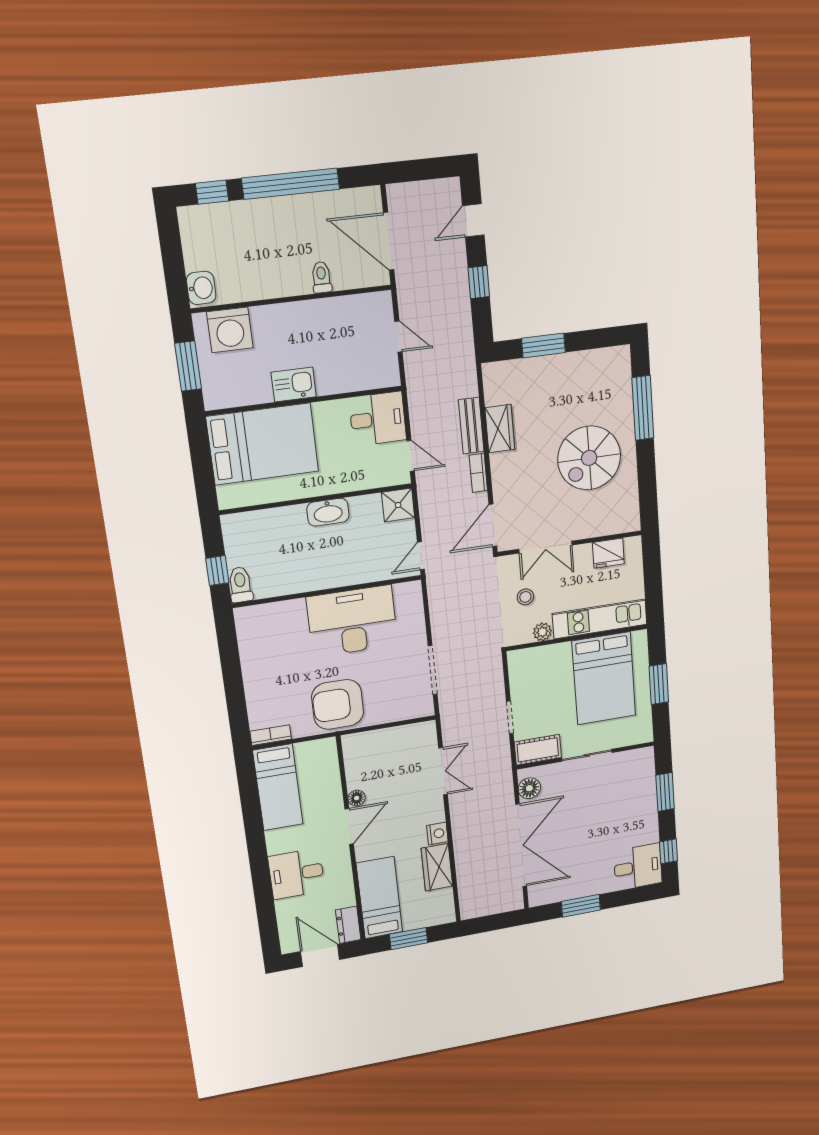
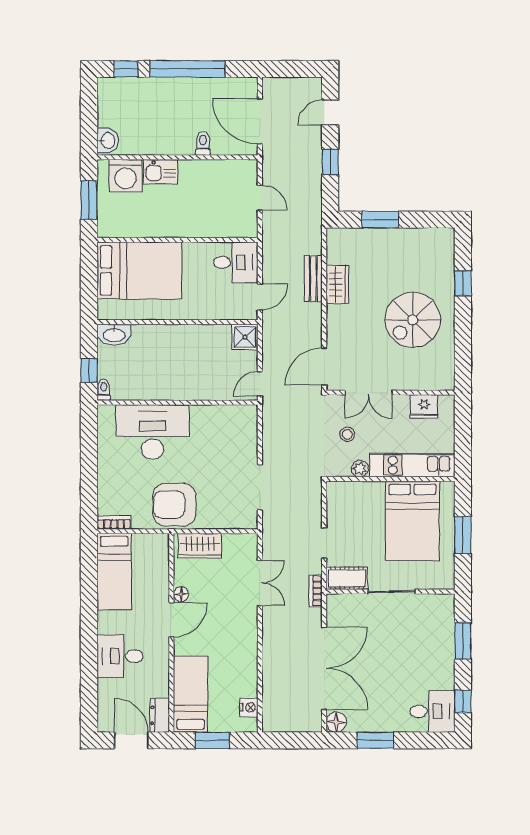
kitchen sink: (294, 385) -> (160, 172), moved, turned 180
window: (643, 408) -> (463, 283), width x0.46
door: (411, 456) -> (260, 297), hinge flipped
bookcase: (478, 473) -> (316, 591), moved
washbasin: (328, 512) -> (114, 335), moved
toilet: (240, 585) -> (104, 390), width x0.73, depth x0.72
desk: (352, 621) -> (152, 432), moved
floor lamp: (529, 788) -> (336, 722), moved
nightstand: (437, 833) -> (249, 707), moved
wardrobe: (437, 867) -> (200, 546), moved, turned -90

